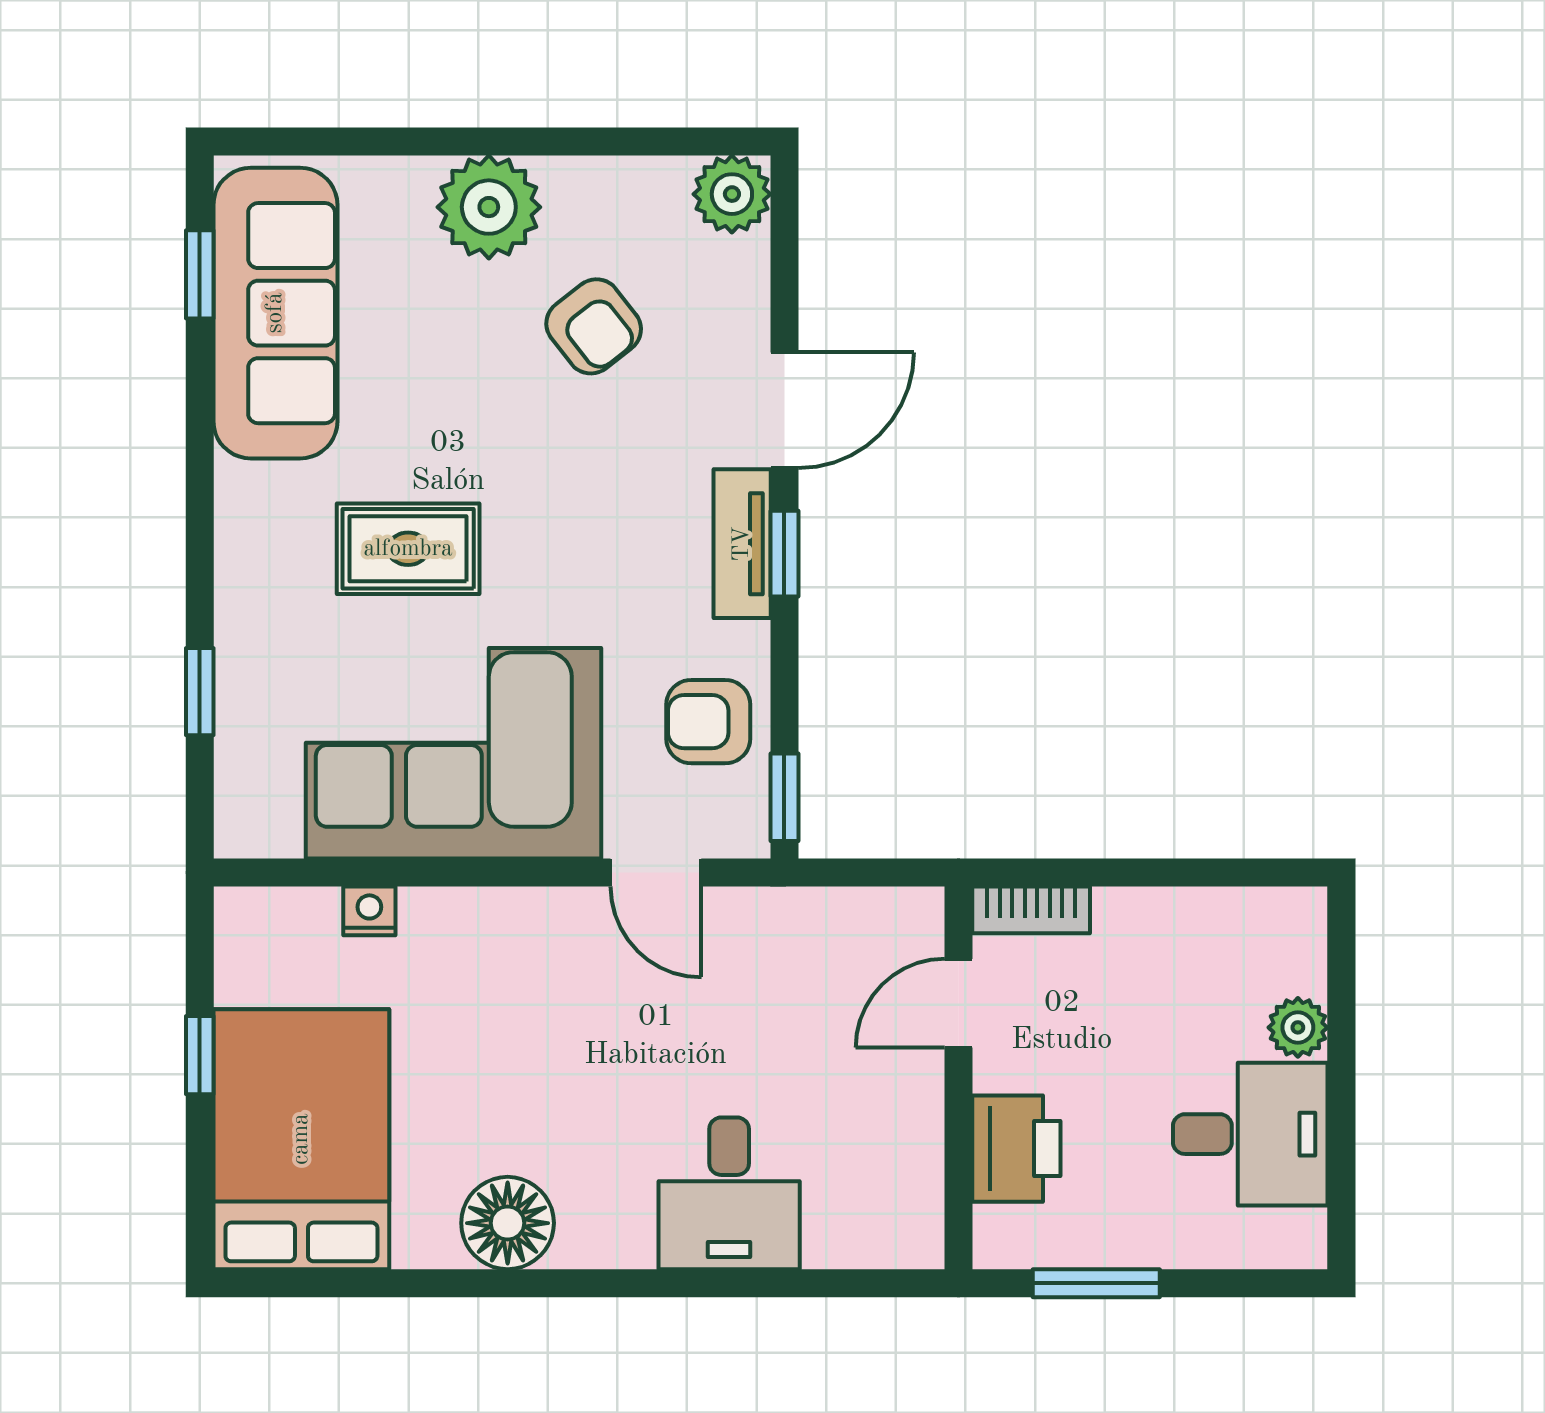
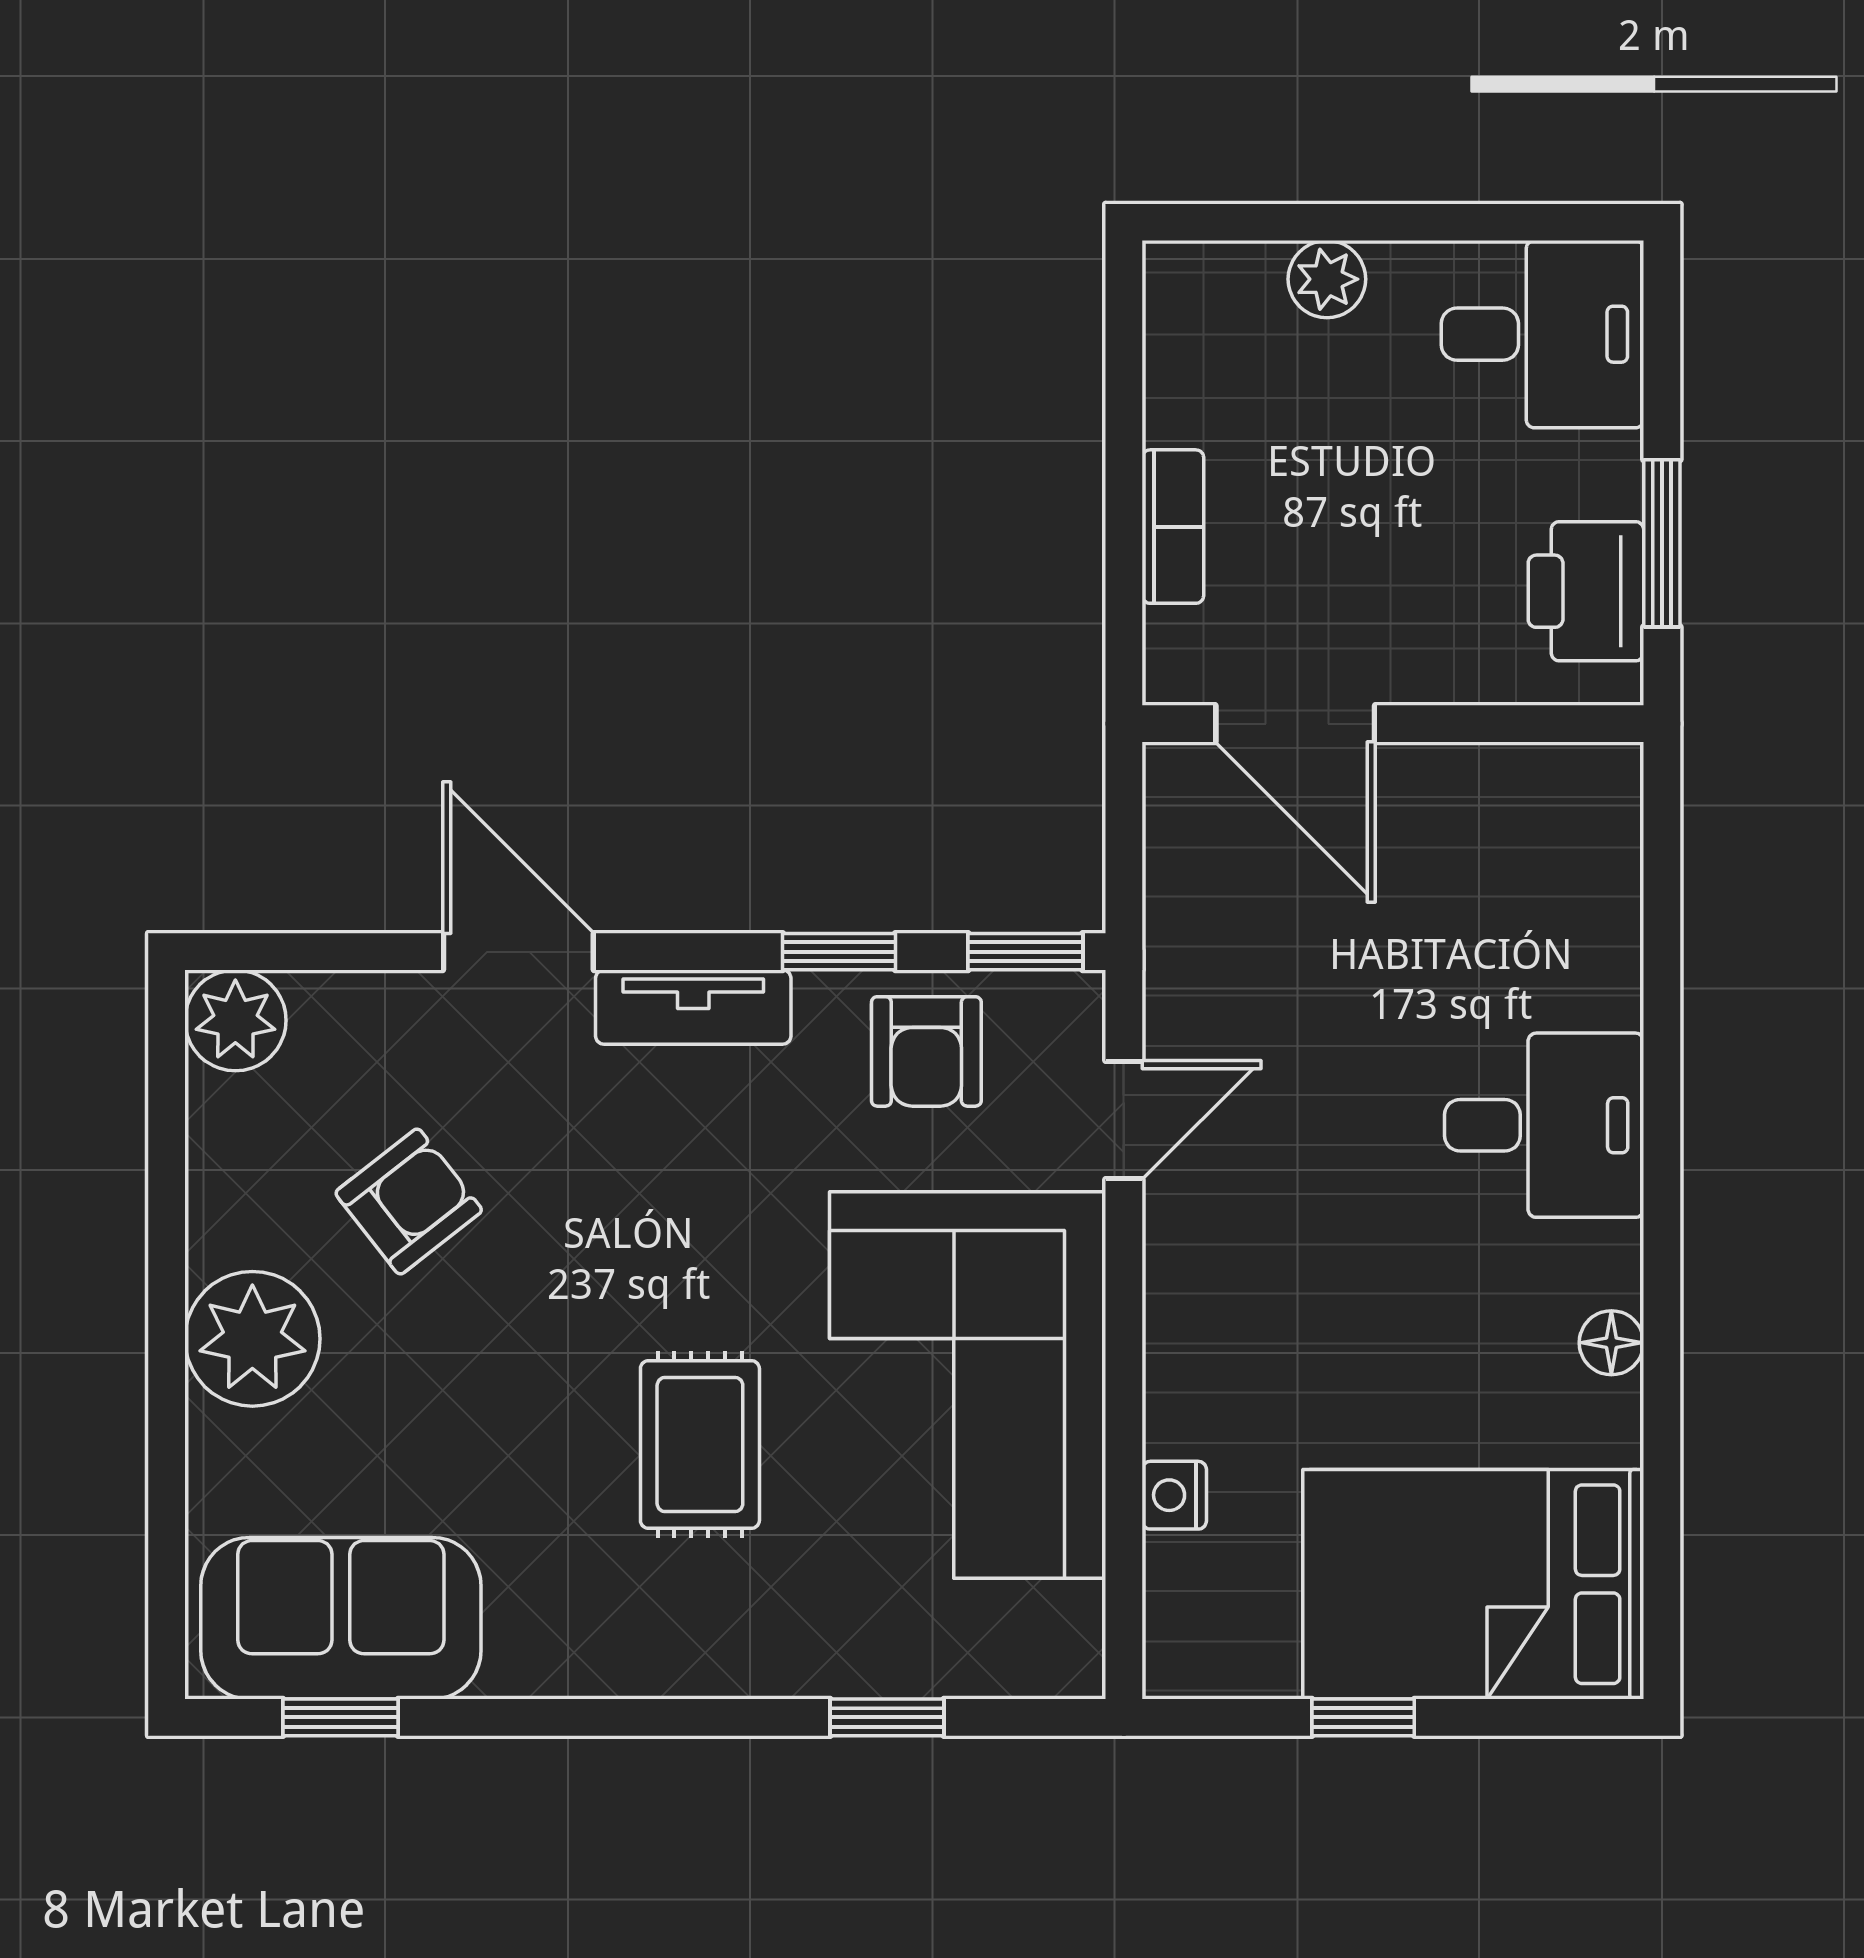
sofa: (275, 313) -> (341, 1618), width x0.73
window: (784, 554) -> (839, 952), moved
bookcase: (1031, 910) -> (1173, 527), moved
door: (958, 1003) -> (1295, 724), width x1.38
desk: (1250, 1134) -> (1543, 334), moved, turned 90
printer: (1016, 1149) -> (1586, 591), moved, turned -90
desk: (729, 1193) -> (1544, 1125), moved
floor lamp: (508, 1223) -> (1611, 1343), width x0.53, depth x0.53

